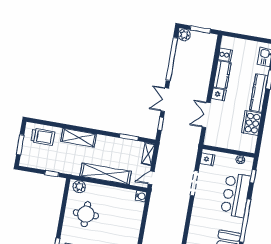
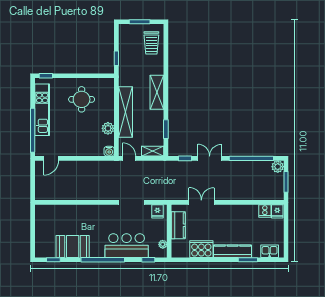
kitchen counter: (222, 75) -> (178, 225), moved, turned -90
fridge: (219, 94) -> (277, 211), moved
shelving: (79, 138) -> (157, 92), moved
plant: (79, 187) -> (108, 128), moved

